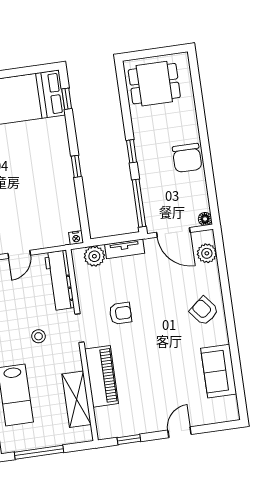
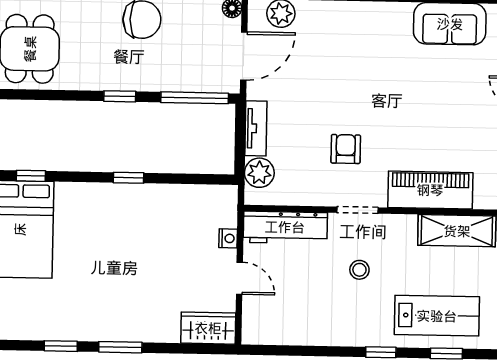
nightstand: (76, 238) -> (228, 238), moved
armchair: (204, 311) -> (361, 31), removed

